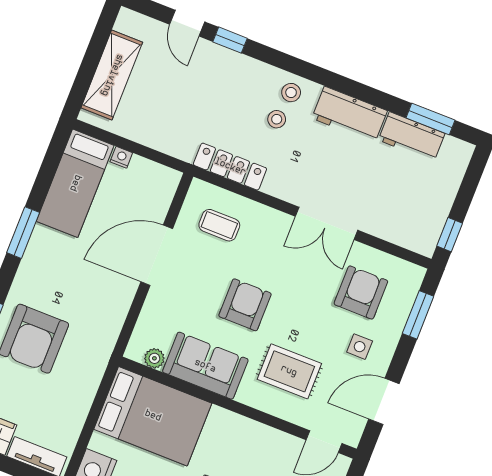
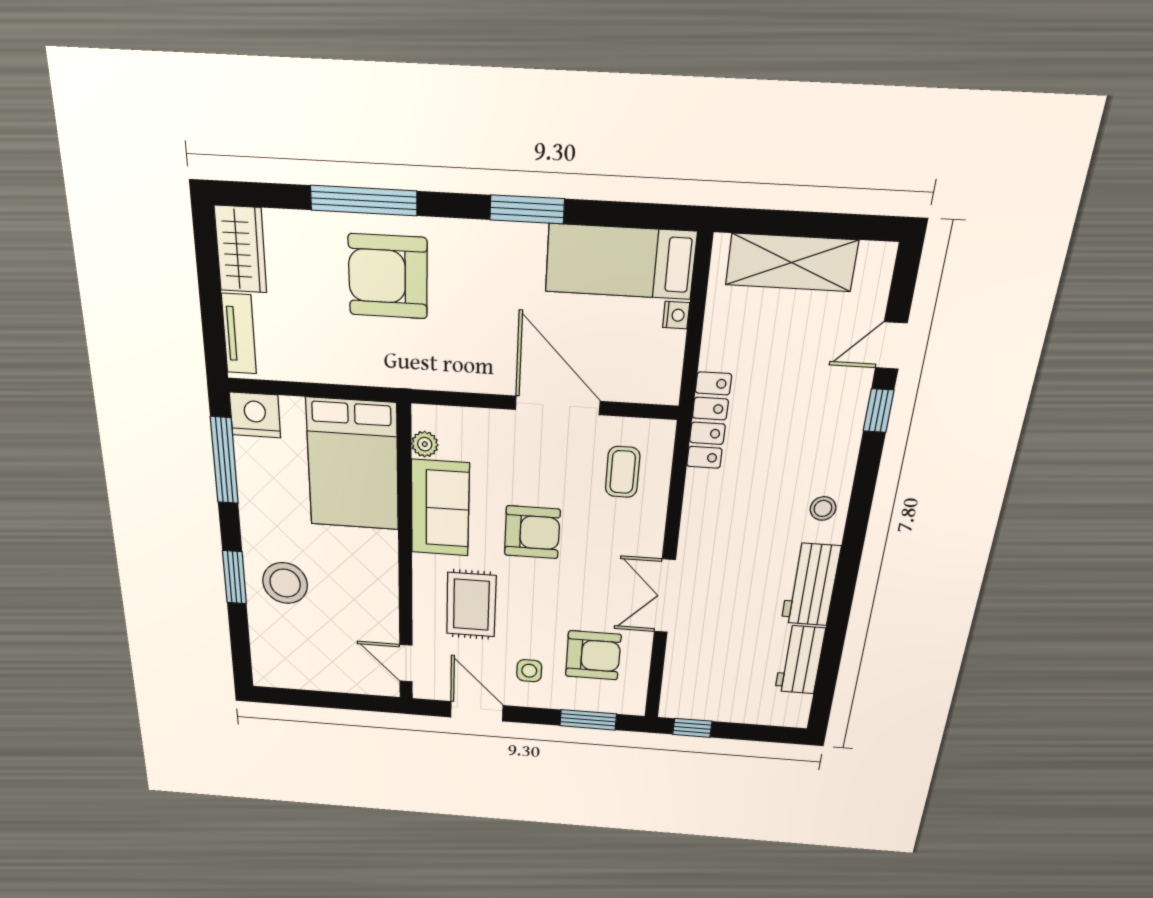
stool: (277, 119) -> (783, 501), removed
window: (430, 119) -> (827, 674), removed
locker: (230, 167) -> (709, 421), moved

